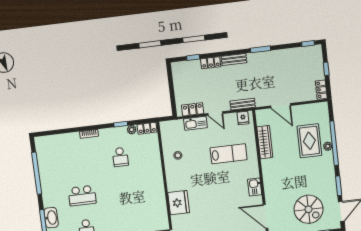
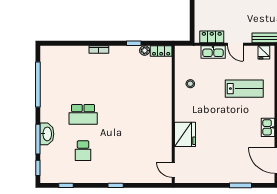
school desk: (120, 157) -> (129, 78), removed

